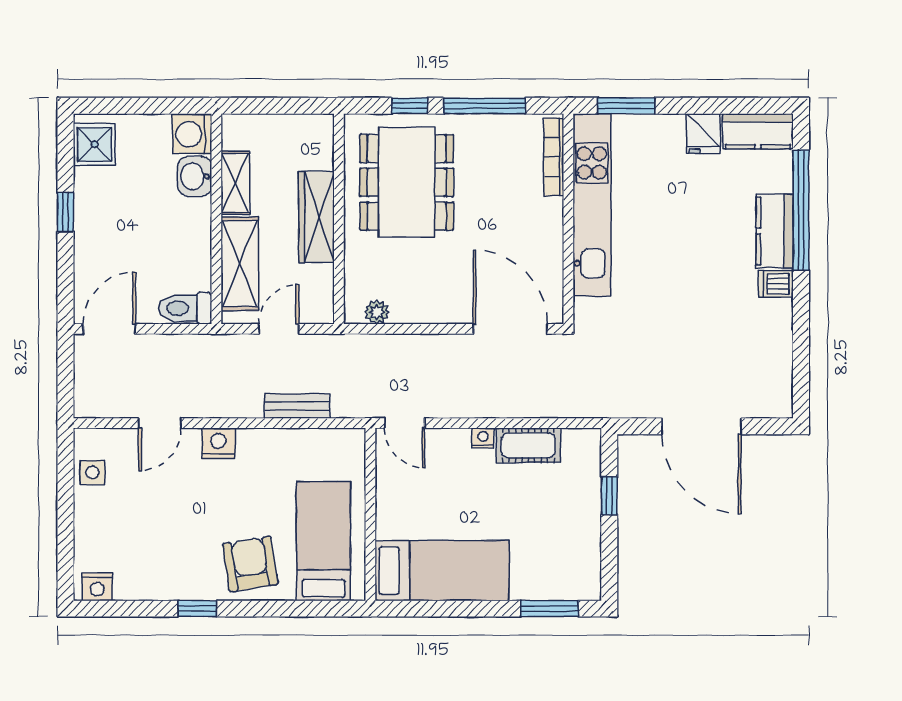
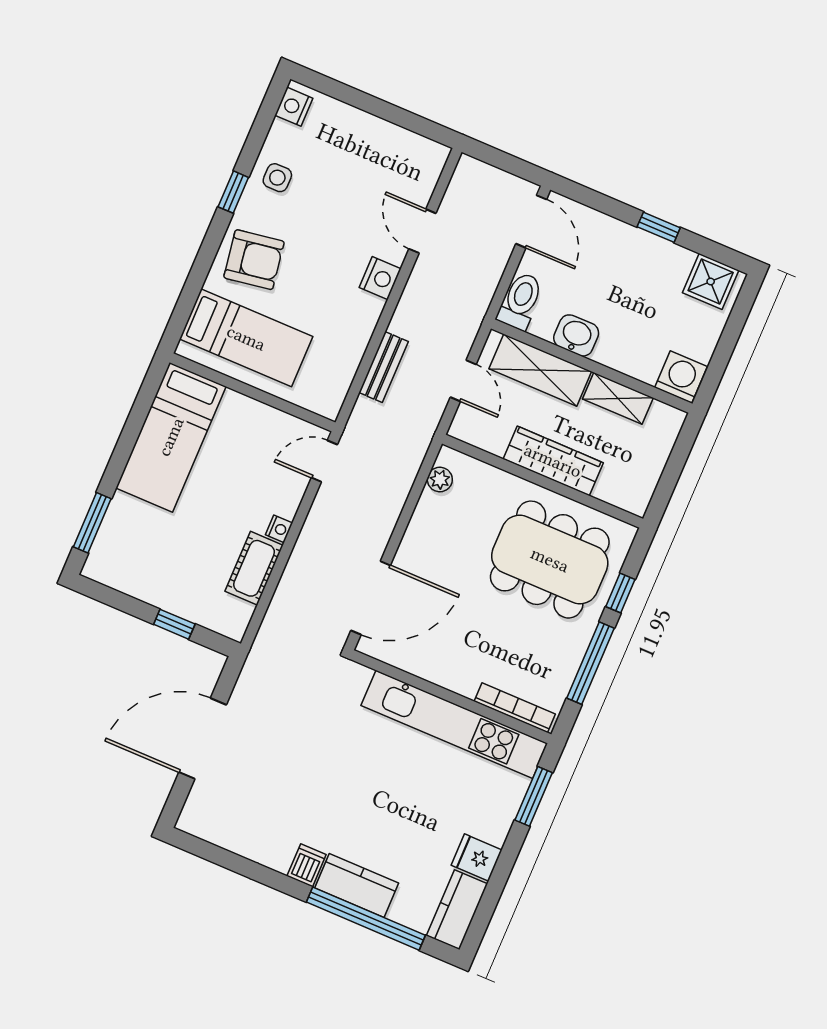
washbasin: (195, 176) -> (576, 335), moved
side table: (92, 472) -> (277, 178), moved

